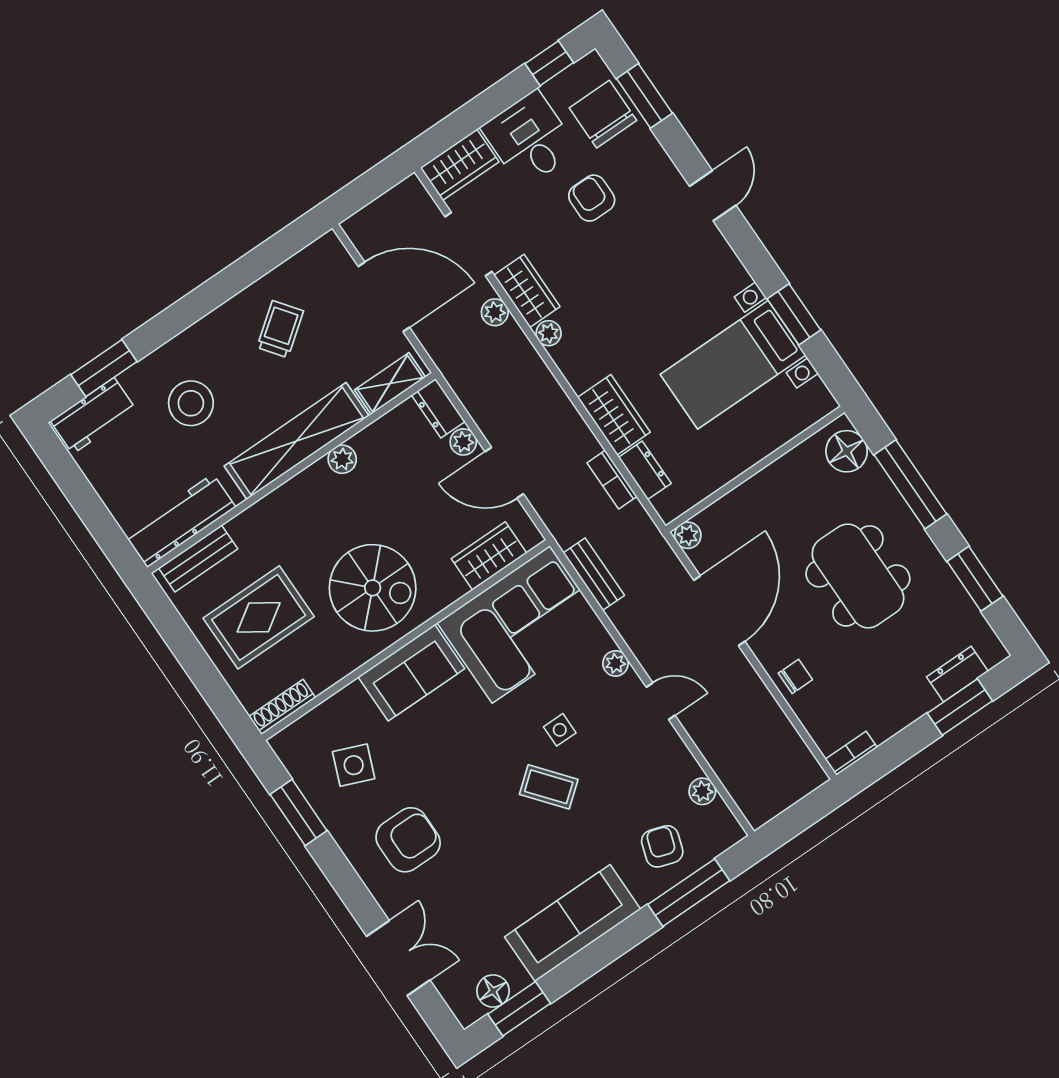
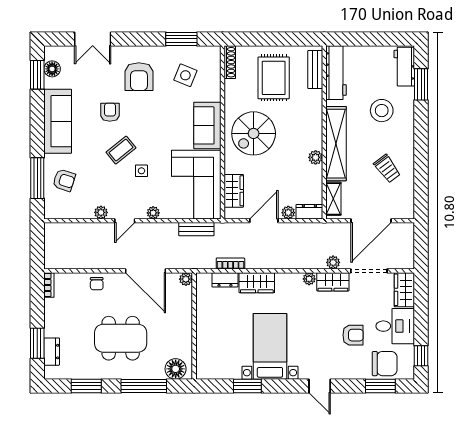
bed with nightstands: (733, 365) -> (270, 346), moved
plant: (702, 791) -> (101, 212), moved
armchair: (499, 847) -> (110, 112), added

